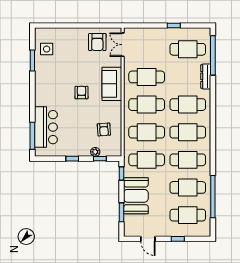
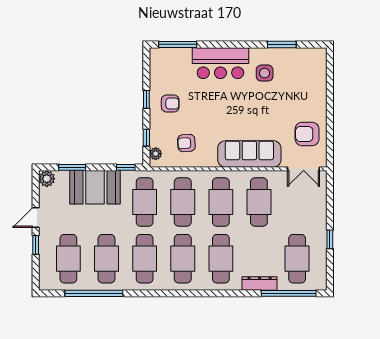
double door: (123, 45) -> (304, 169), swing flipped
side table: (47, 49) -> (265, 73), moved
sofa: (112, 84) -> (249, 154), width x1.36
armchair: (81, 93) -> (170, 103), moved
bar counter: (46, 127) -> (220, 63), moved
plant: (95, 152) -> (156, 154), moved
plant: (130, 231) -> (47, 179), added
door: (148, 239) -> (36, 218), moved

